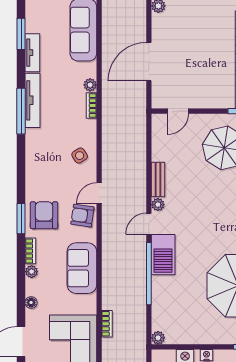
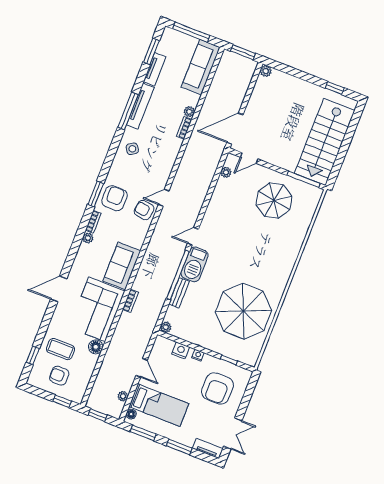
door: (149, 62) -> (235, 129), moved
side table: (80, 156) -> (132, 149), moved
bench: (158, 179) -> (179, 293), moved
plant: (158, 205) -> (226, 172), moved
sofa: (82, 268) -> (122, 266), moved
floor lamp: (31, 302) -> (78, 262), removed

